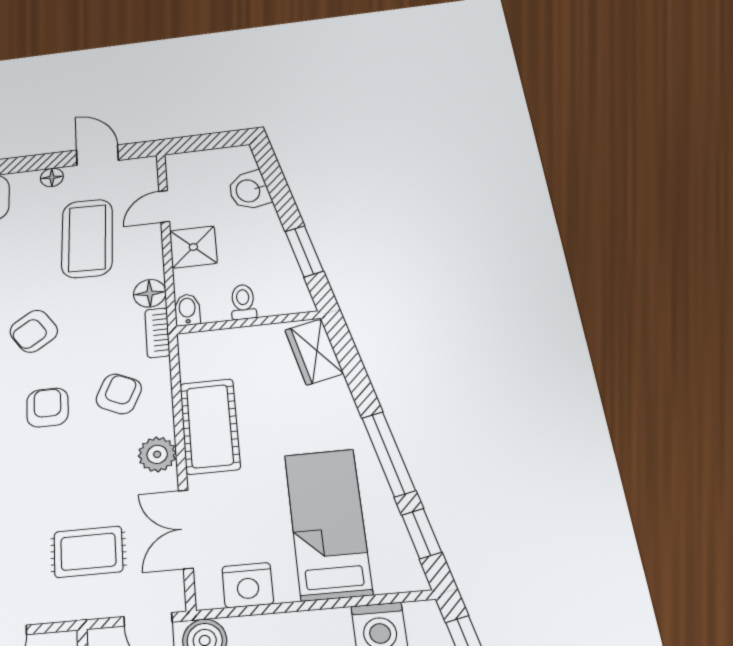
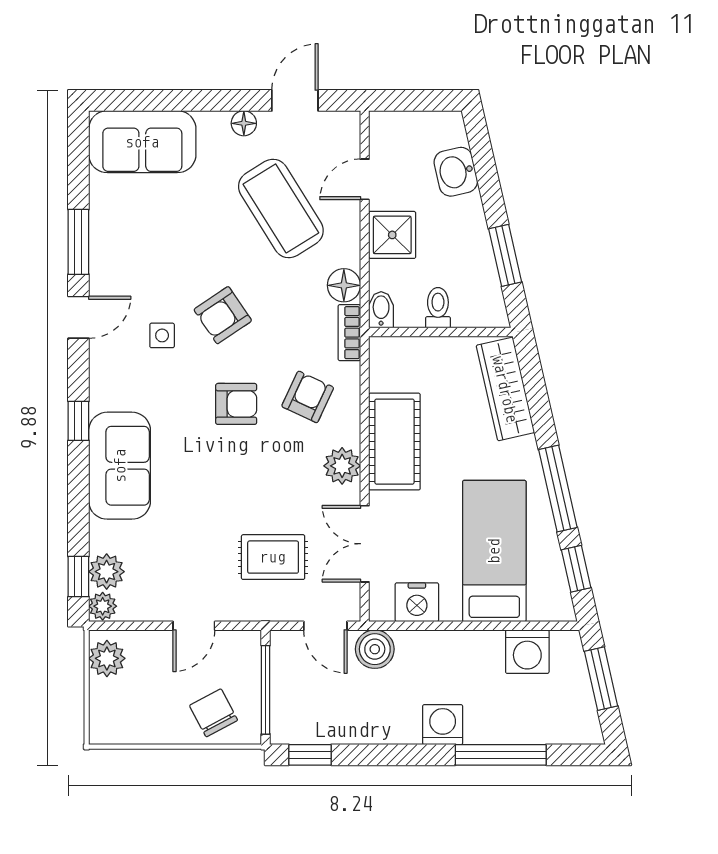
door: (97, 155) -> (295, 100), hinge flipped
coffee table: (87, 238) -> (281, 208), turned -34
wardrobe: (314, 352) -> (505, 389), width x1.50
armchair: (47, 408) -> (236, 404), turned 90

